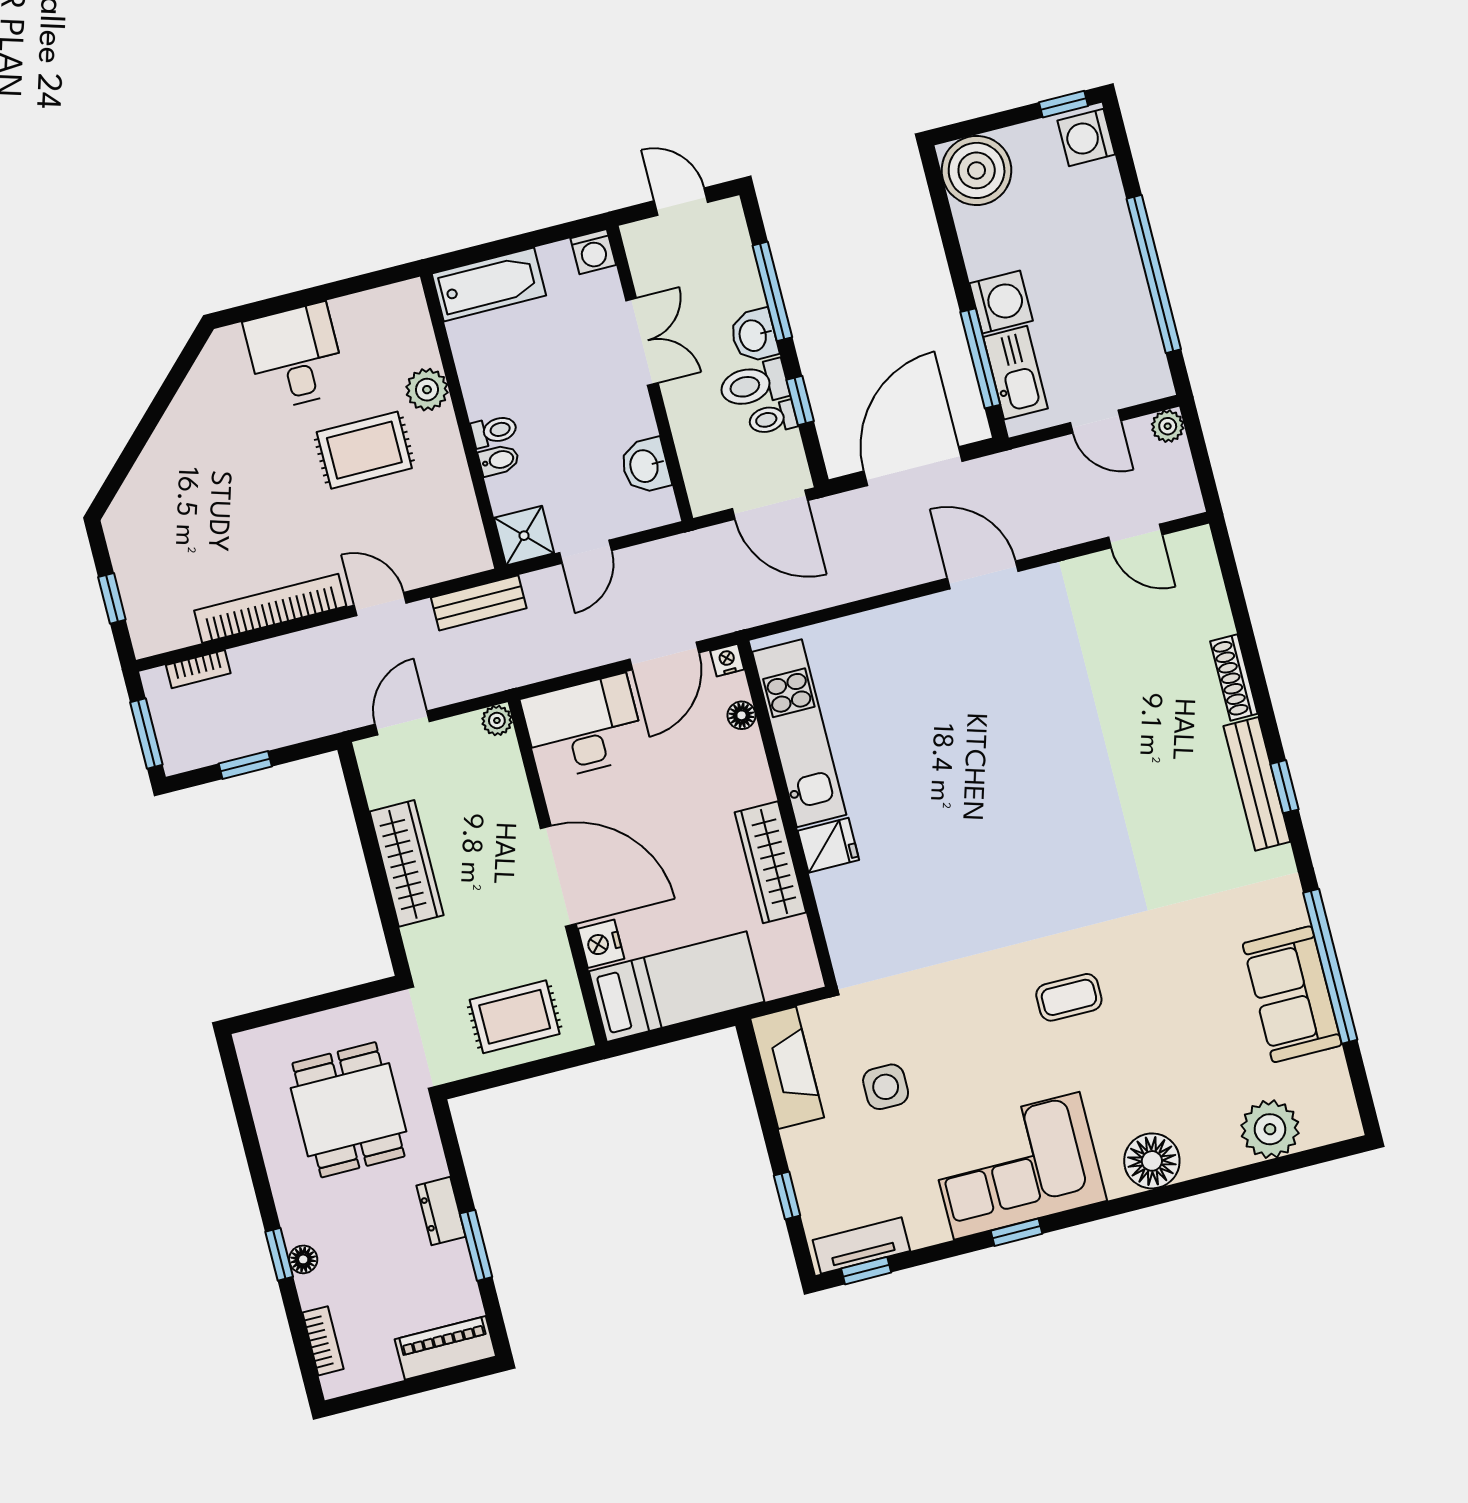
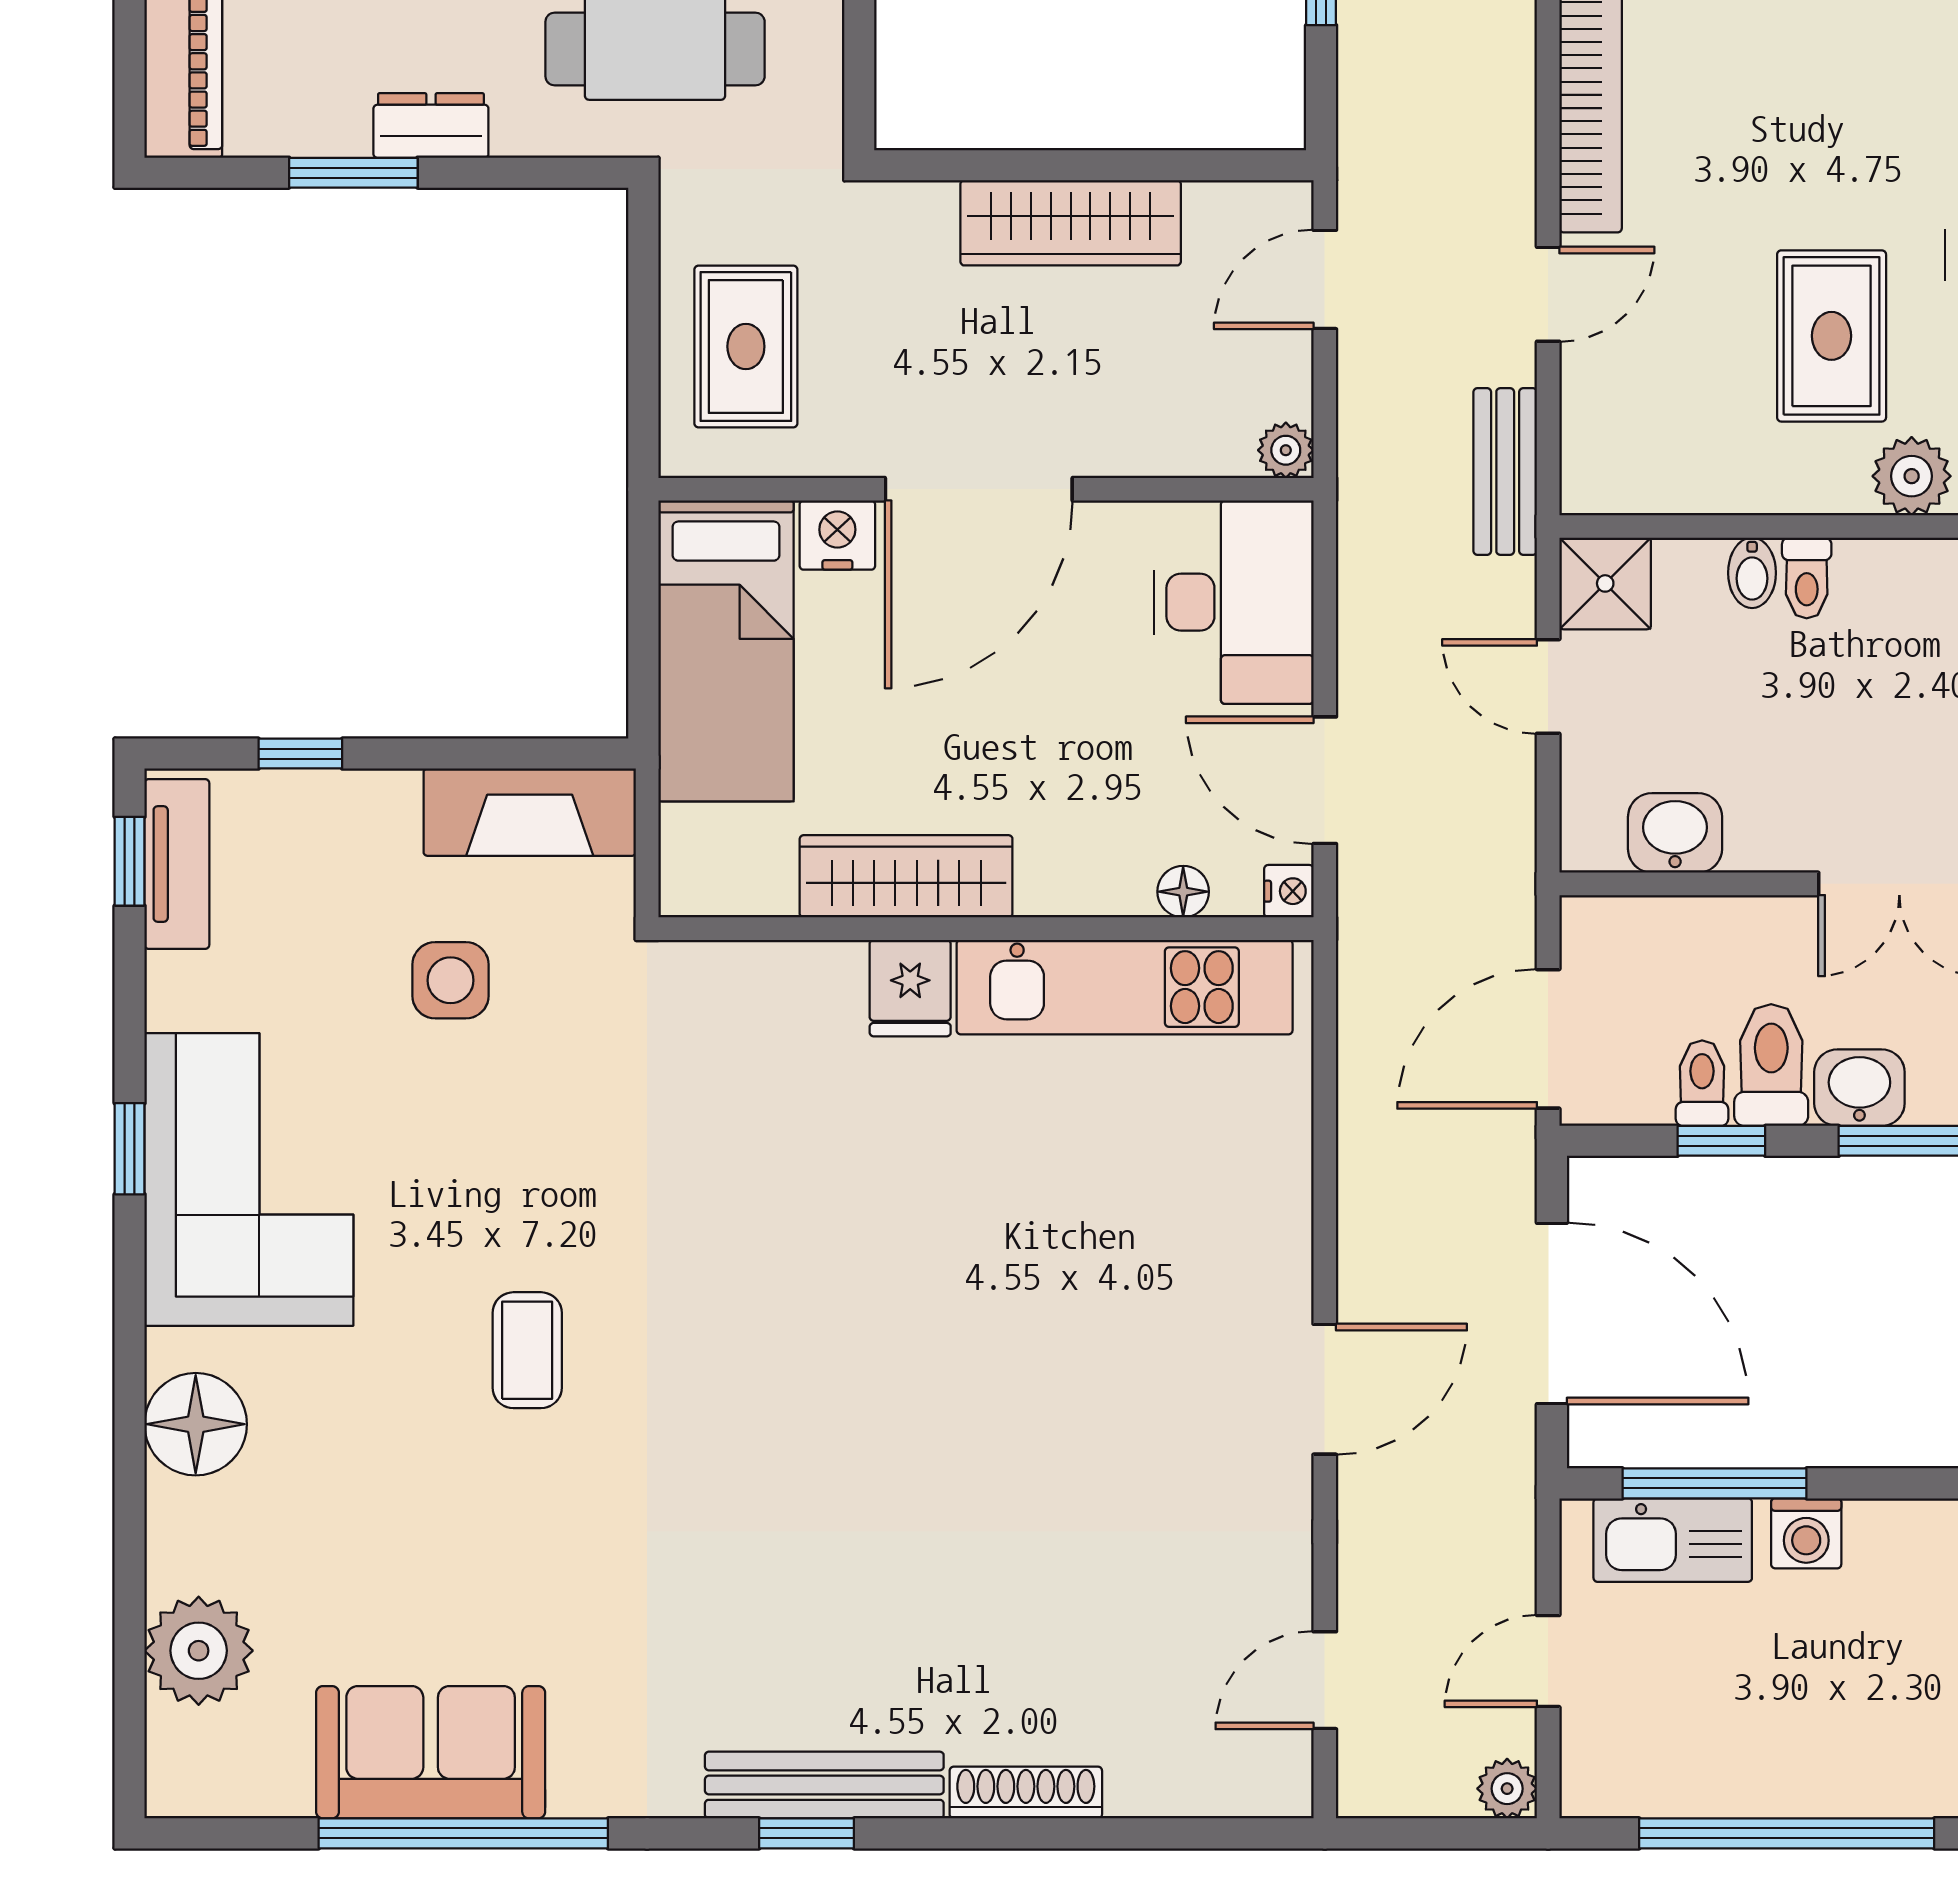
washing machine: (1001, 302) -> (1806, 1533), width x0.73, depth x0.73
door: (402, 723) -> (1325, 279), swing flipped

